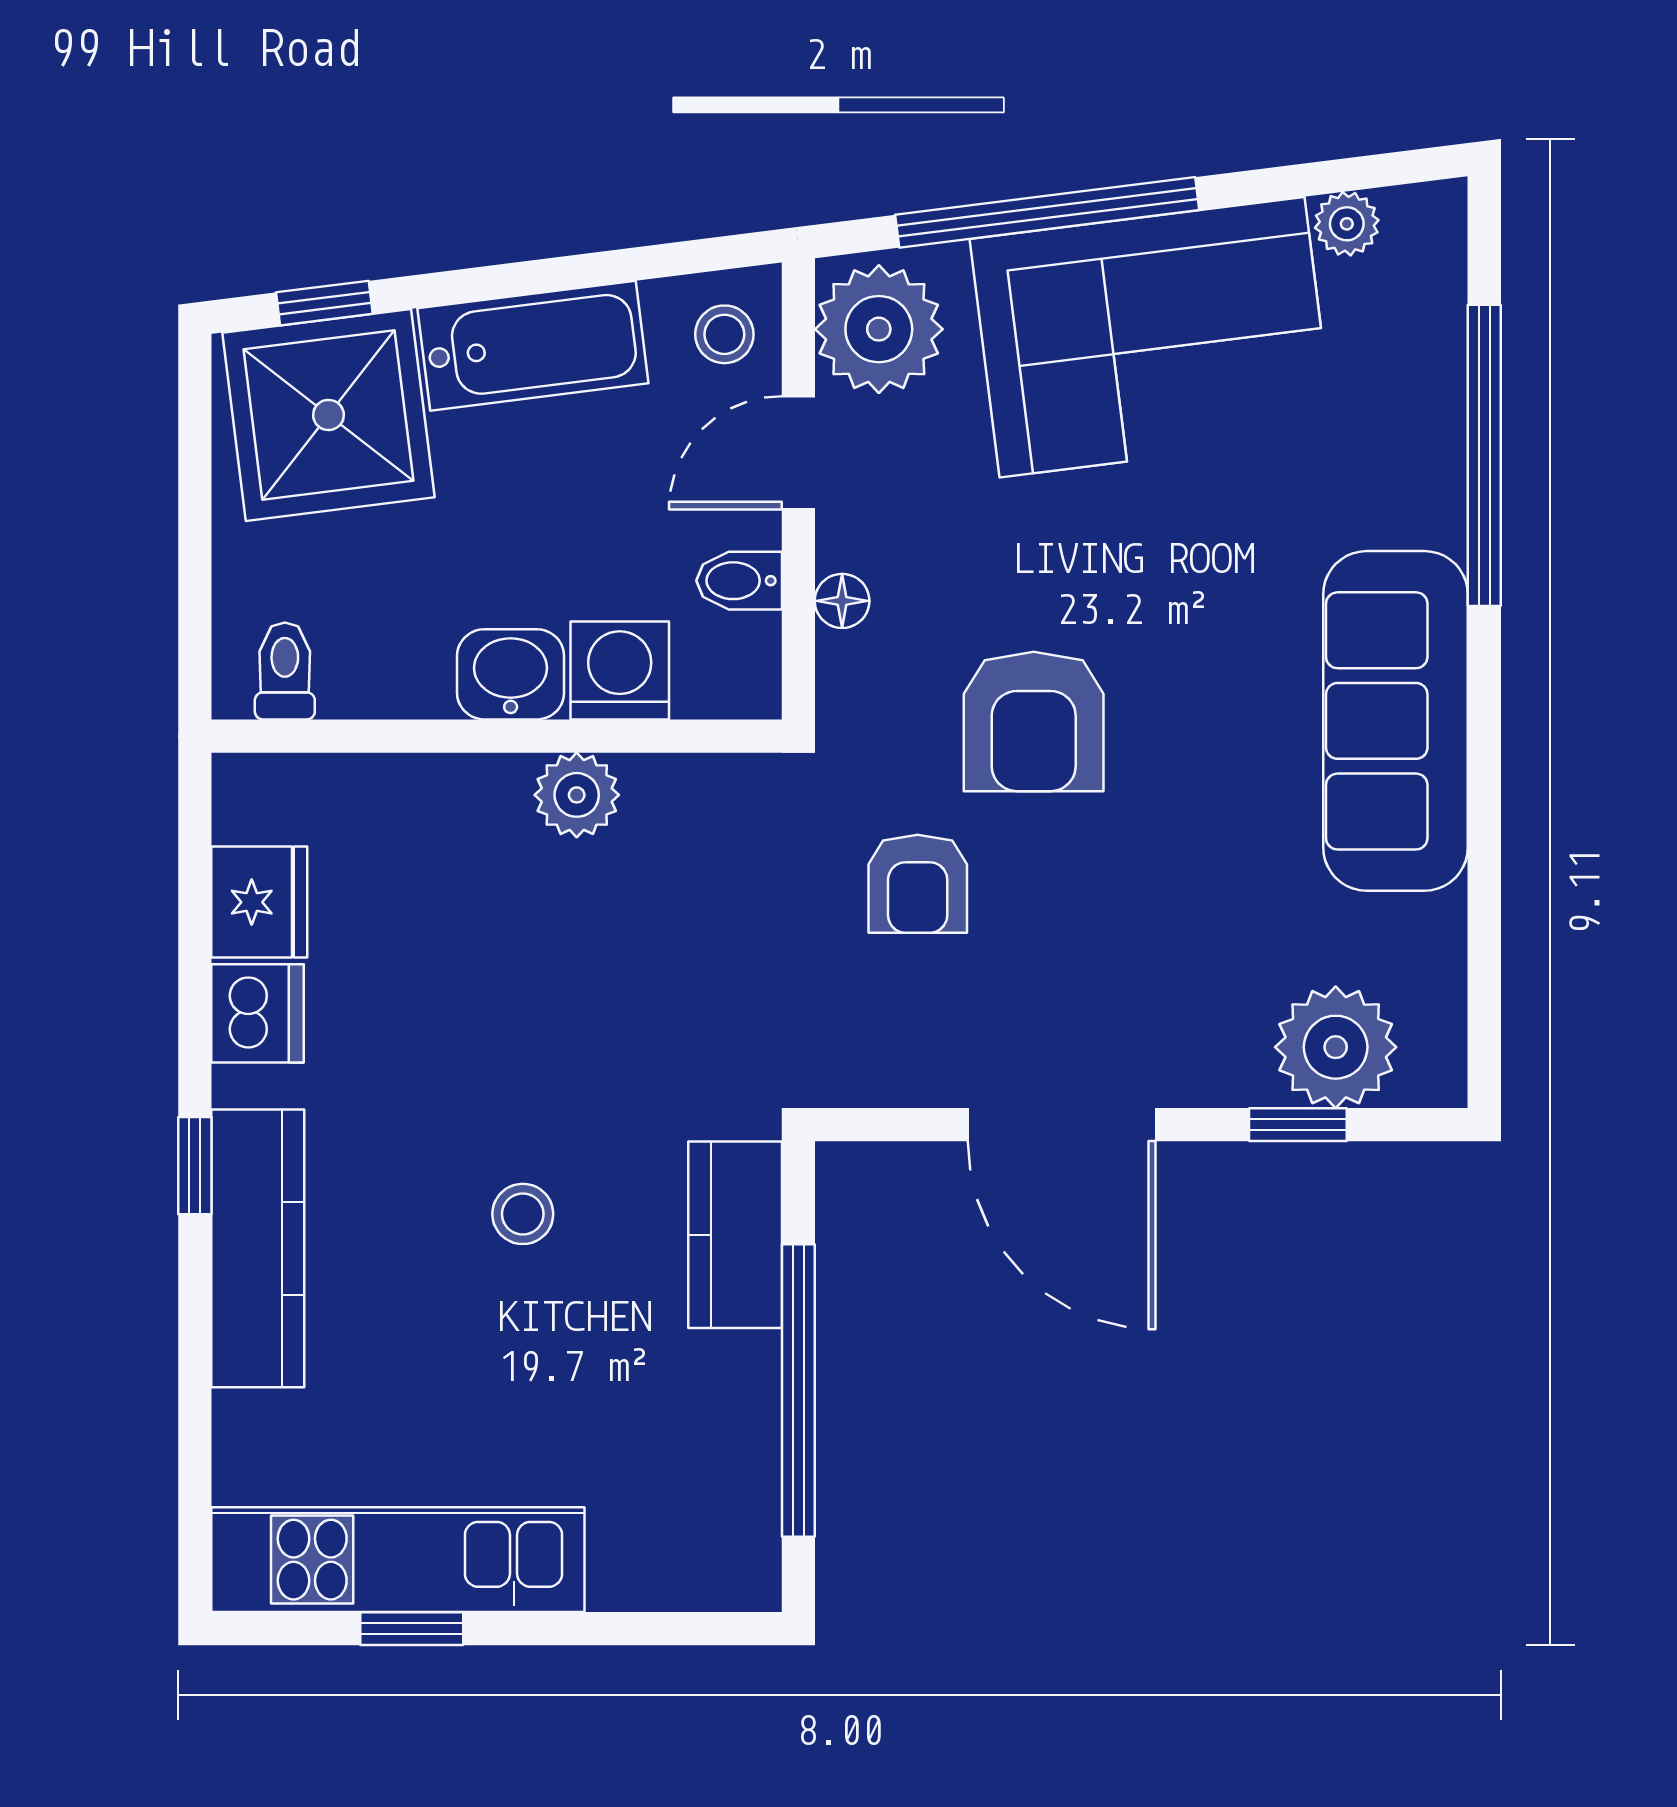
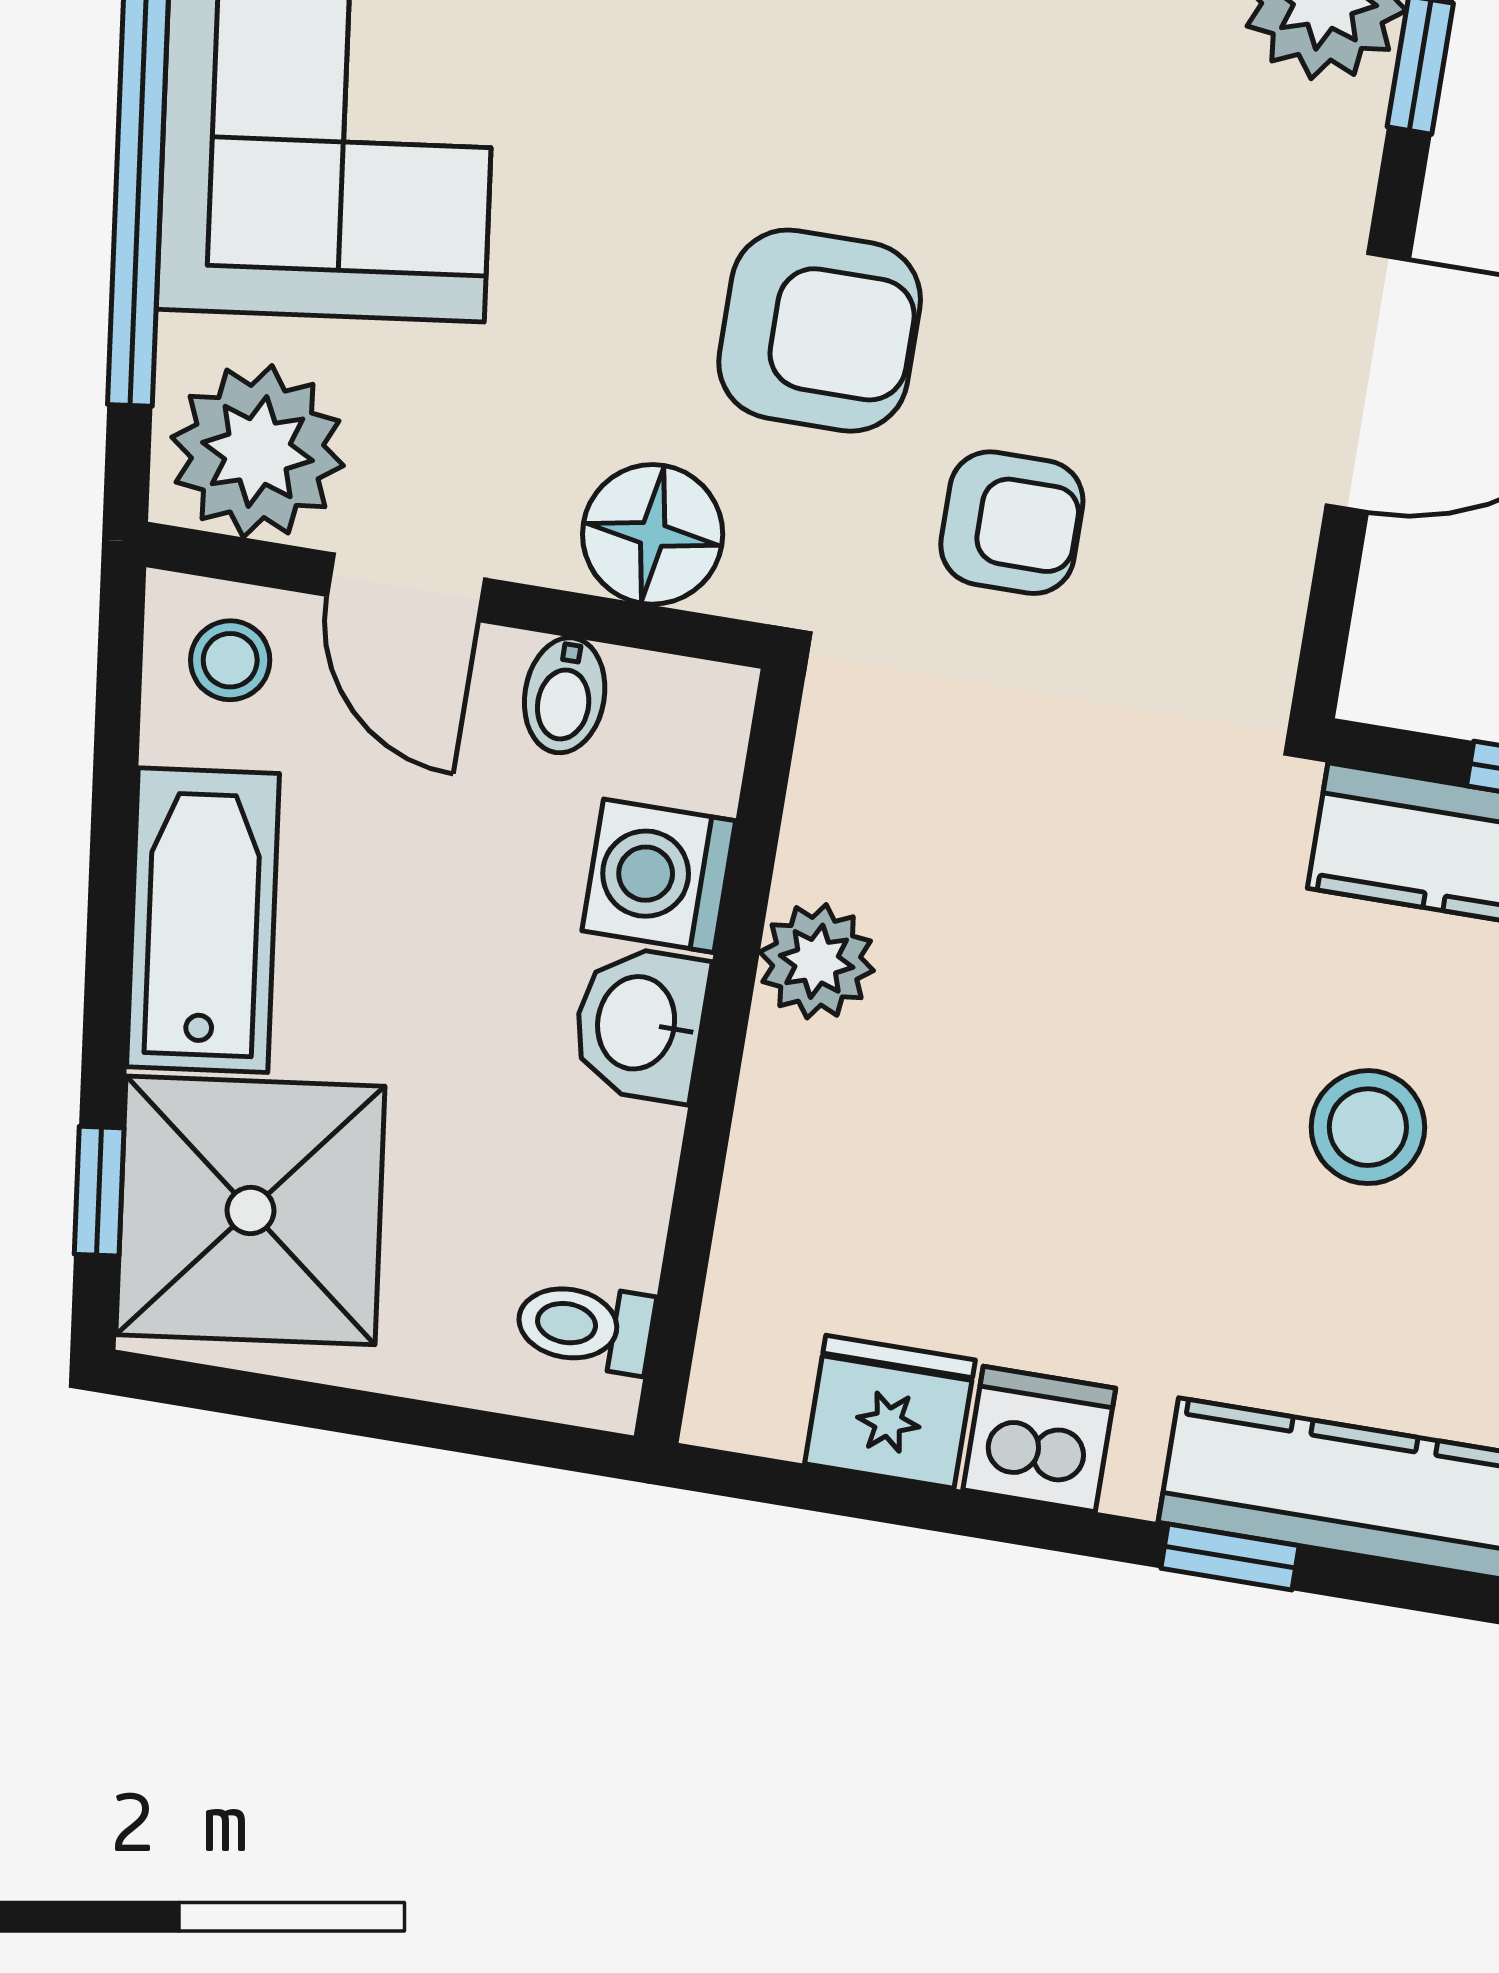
floor lamp: (842, 601) -> (653, 534), width x1.89, depth x1.89
stool: (523, 1214) -> (1368, 1127), width x1.37, depth x1.37

